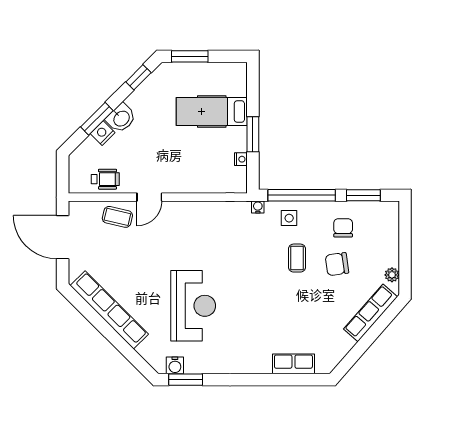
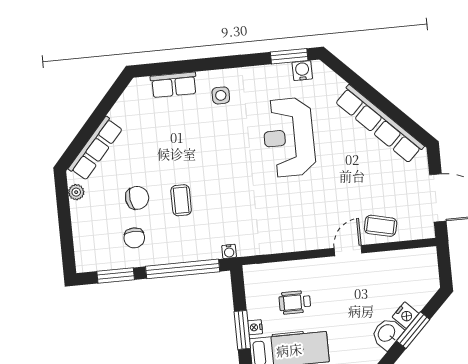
nightstand: (241, 159) -> (255, 327), moved
wheelchair: (105, 179) -> (295, 302), moved
side table: (289, 218) -> (221, 95), moved

